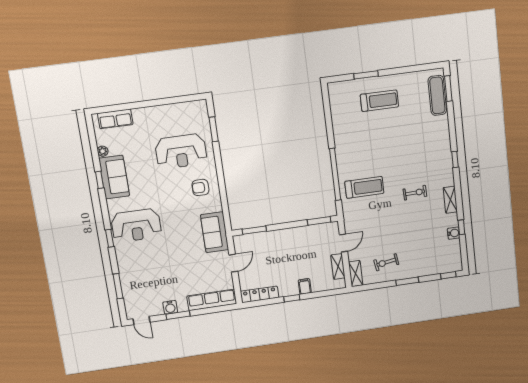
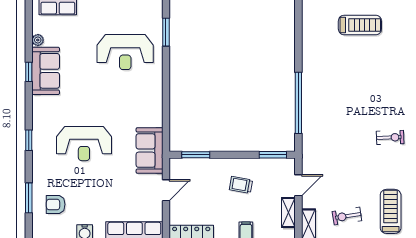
armchair: (200, 187) -> (56, 204), moved
treadmill: (364, 187) -> (391, 211), moved, turned -90
reception desk: (136, 225) -> (84, 144), moved
trolley: (296, 250) -> (241, 185), added

